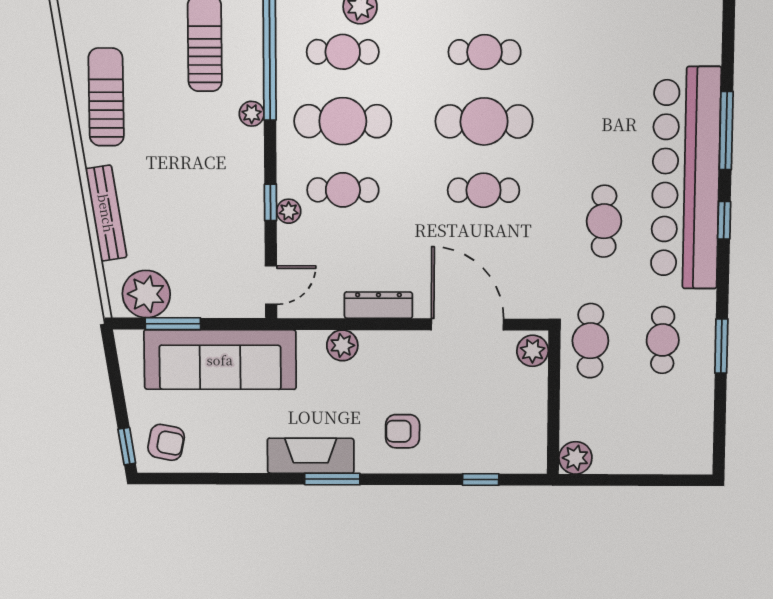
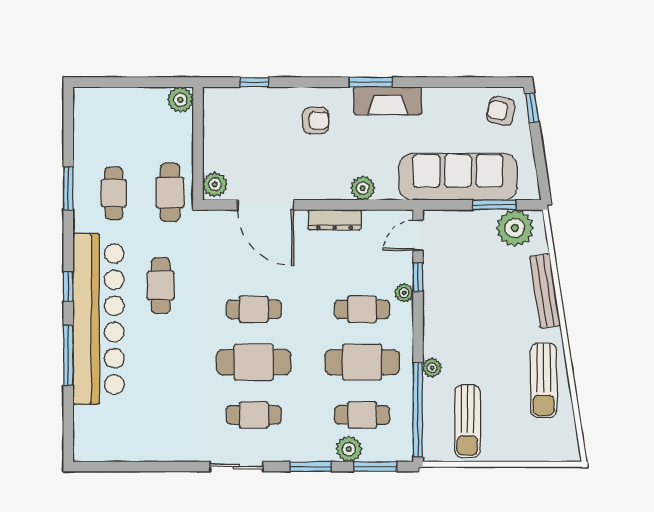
window: (271, 202) -> (418, 277), moved

